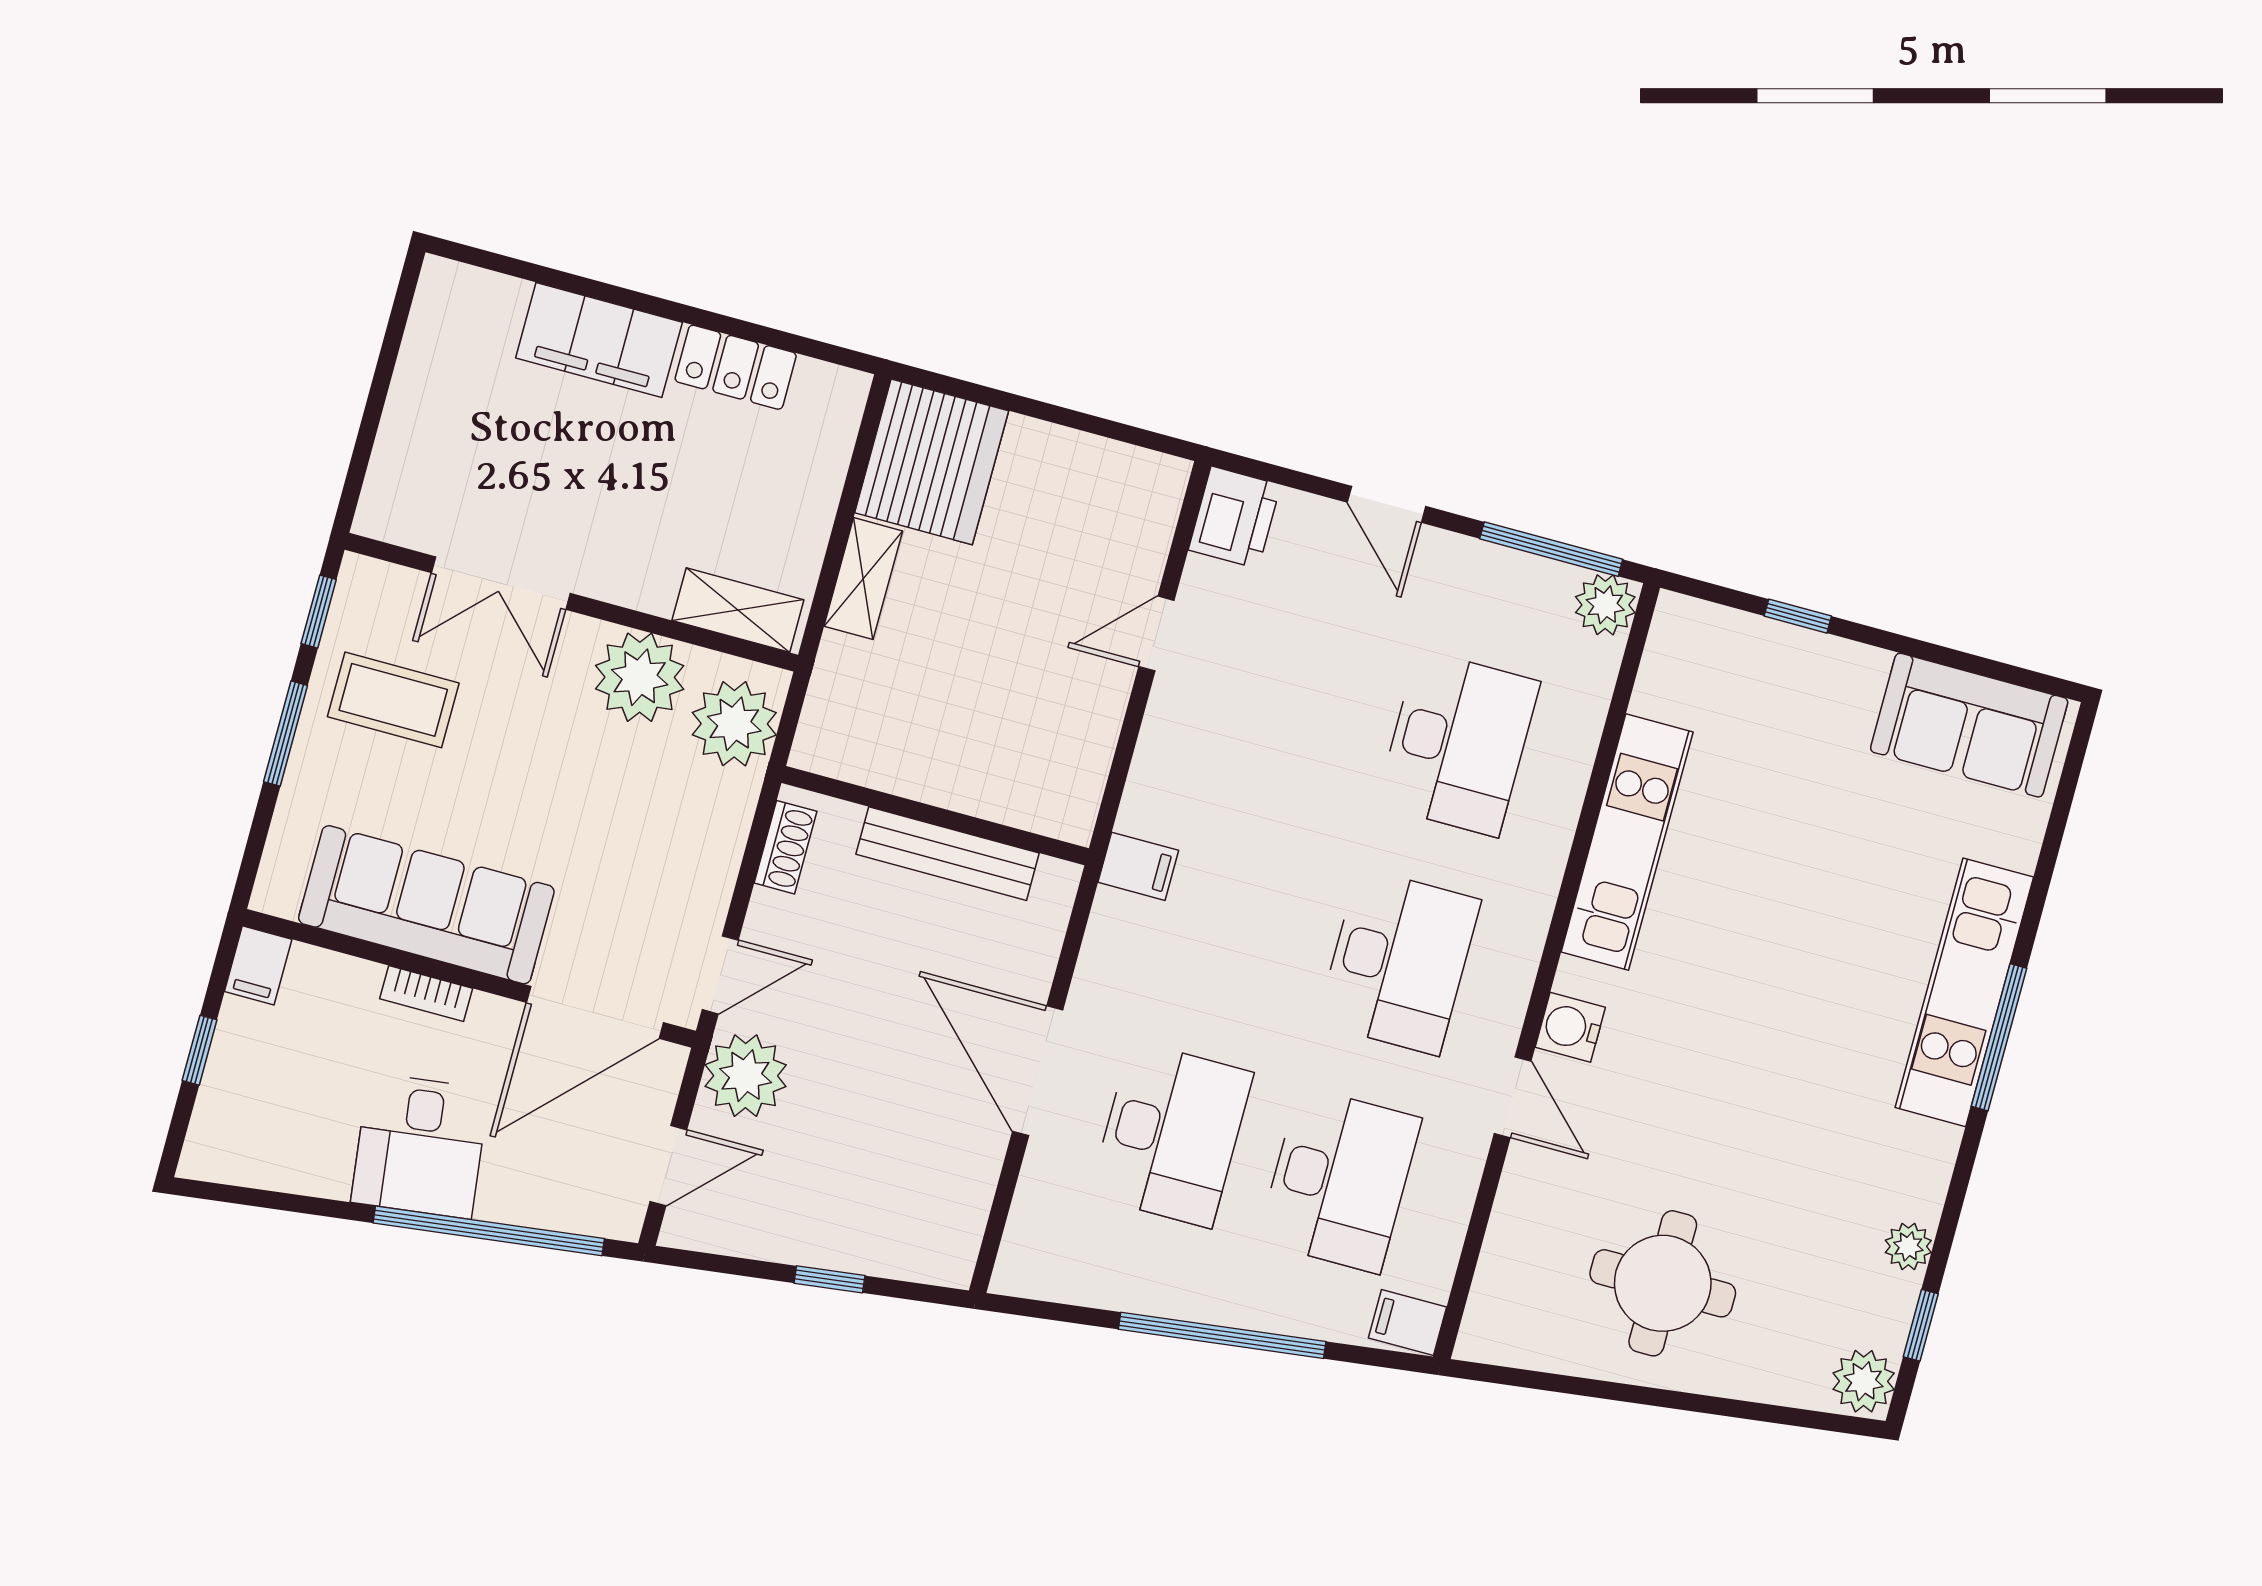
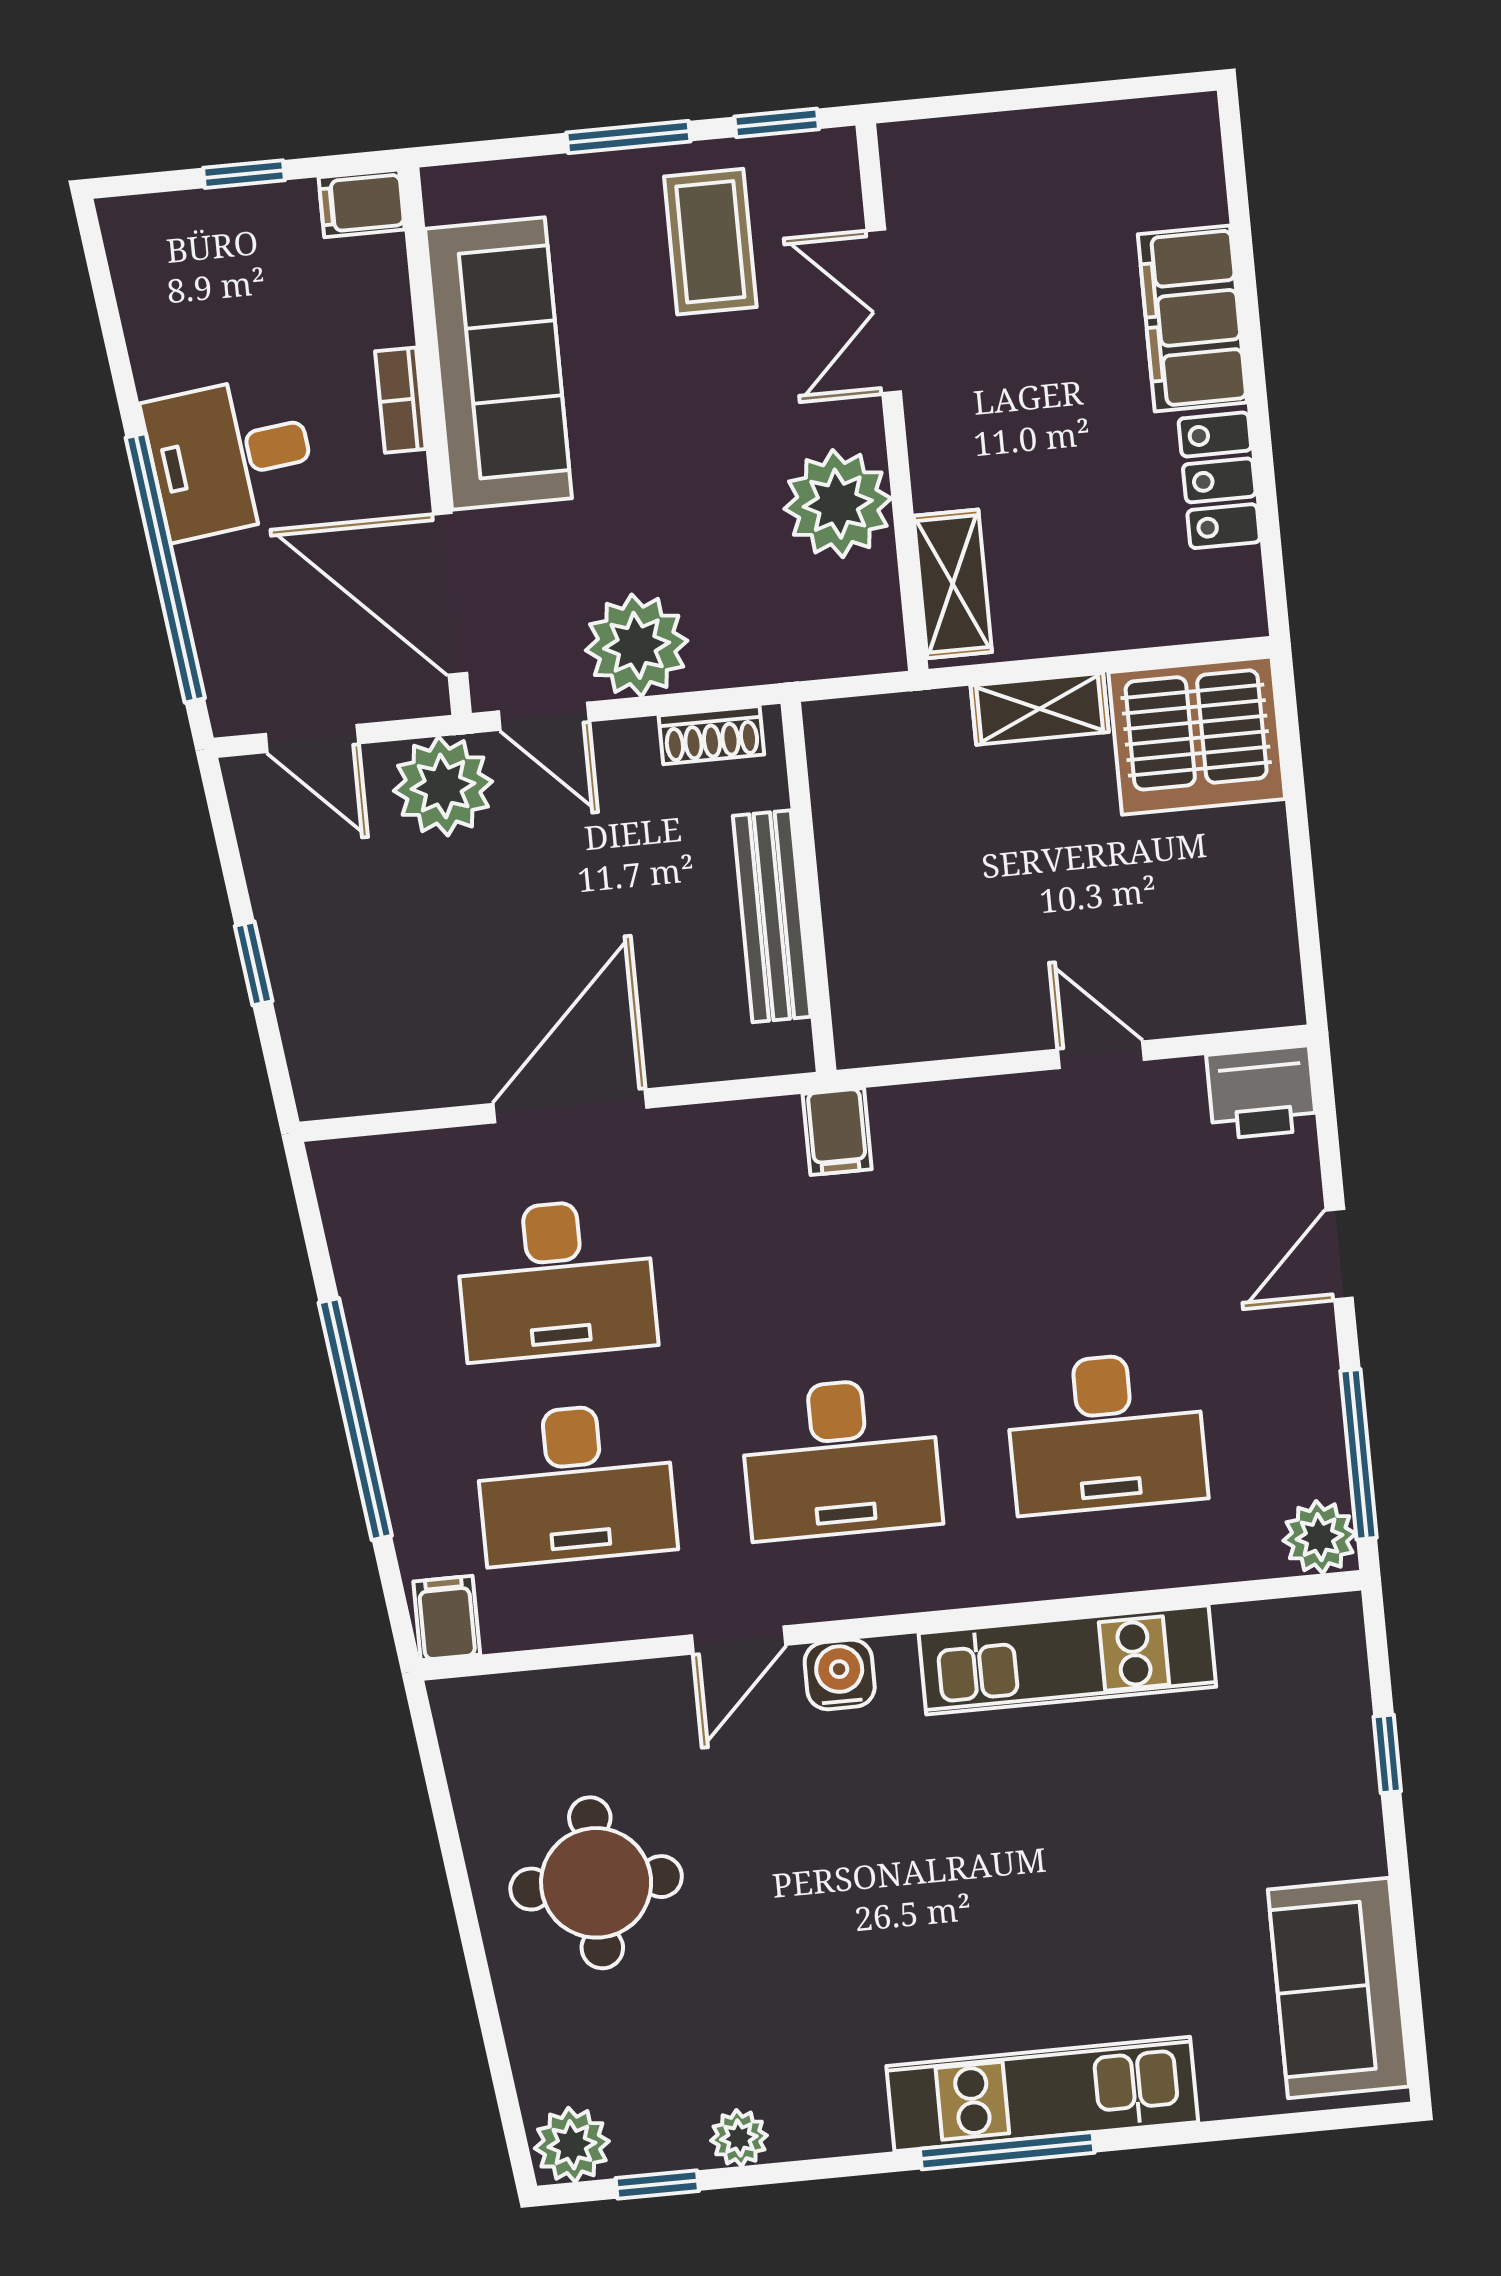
plant: (734, 724) -> (637, 645), moved

